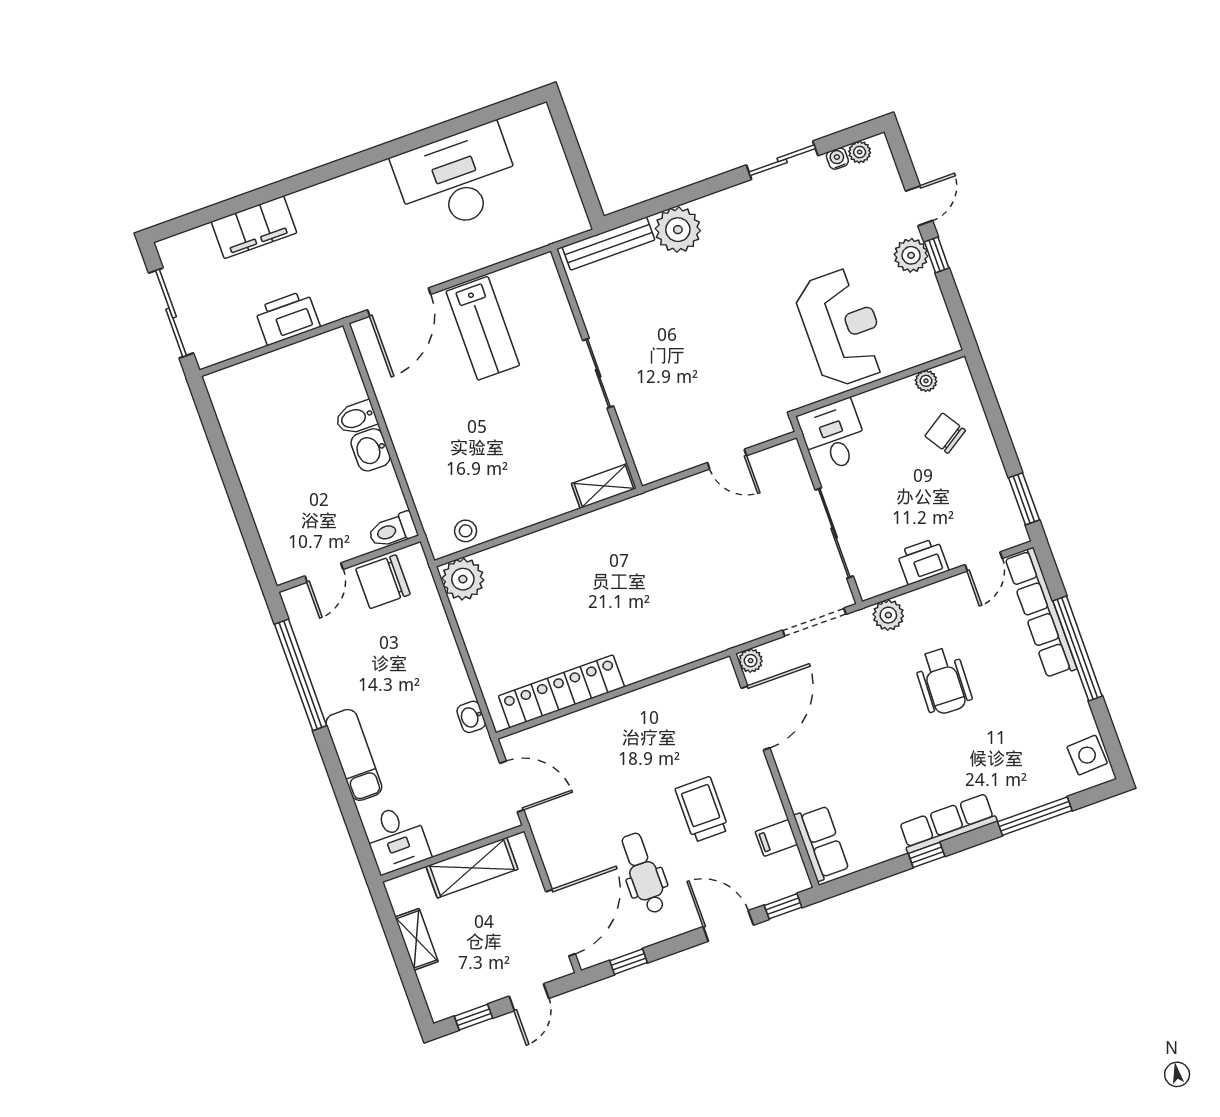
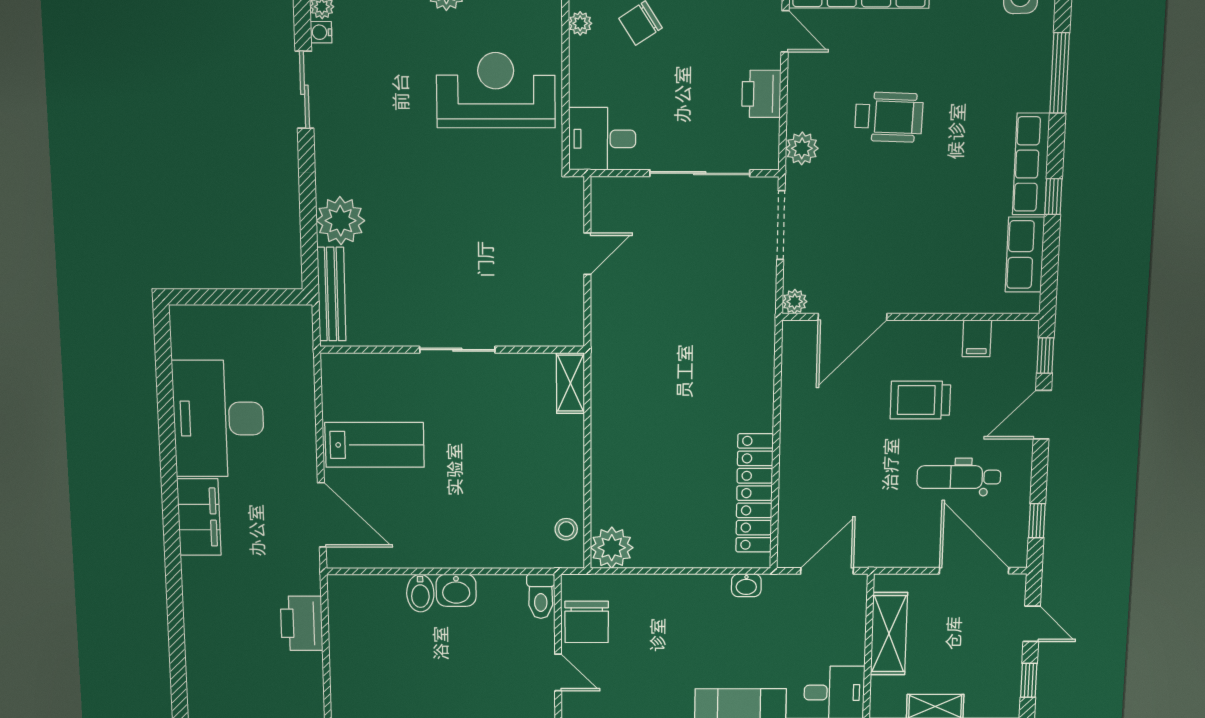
filing cabinet: (254, 227) -> (199, 517), moved
door: (756, 718) -> (853, 317), swing flipped
row of seats: (821, 843) -> (1025, 255), moved, turned -90

